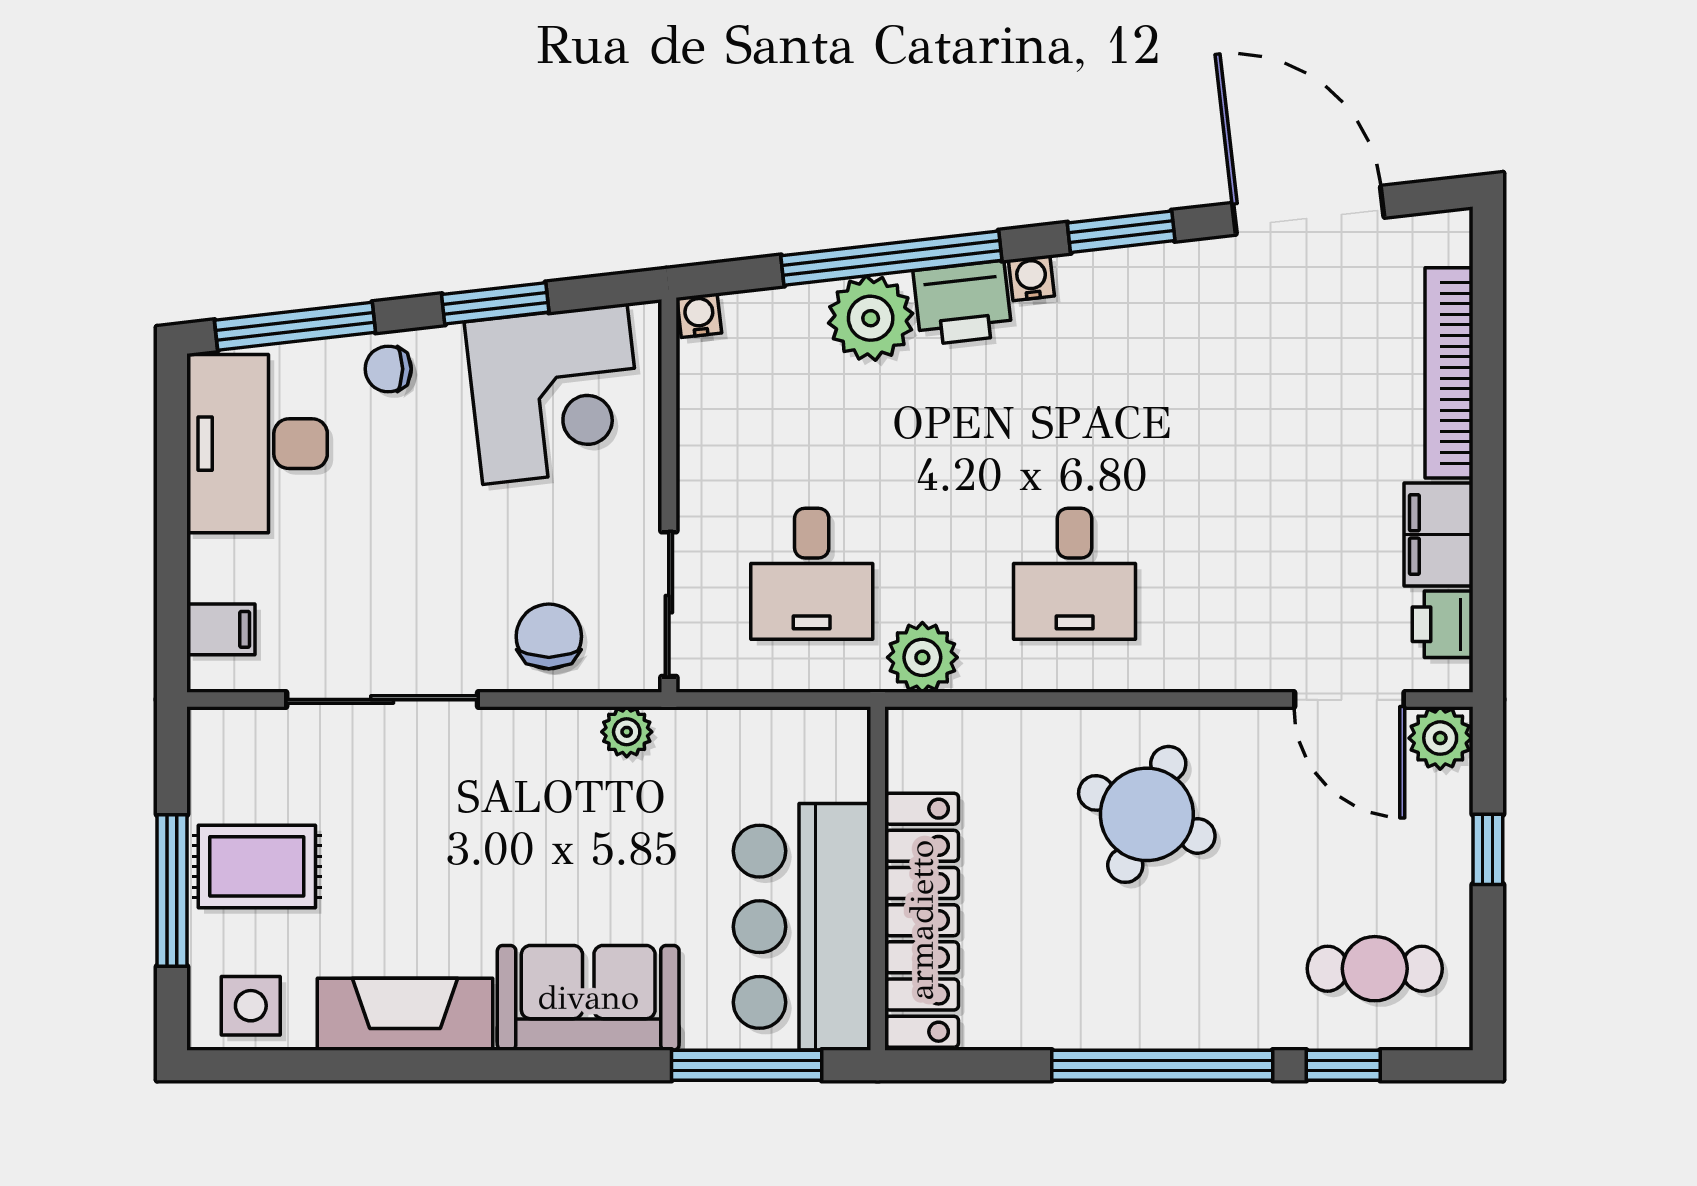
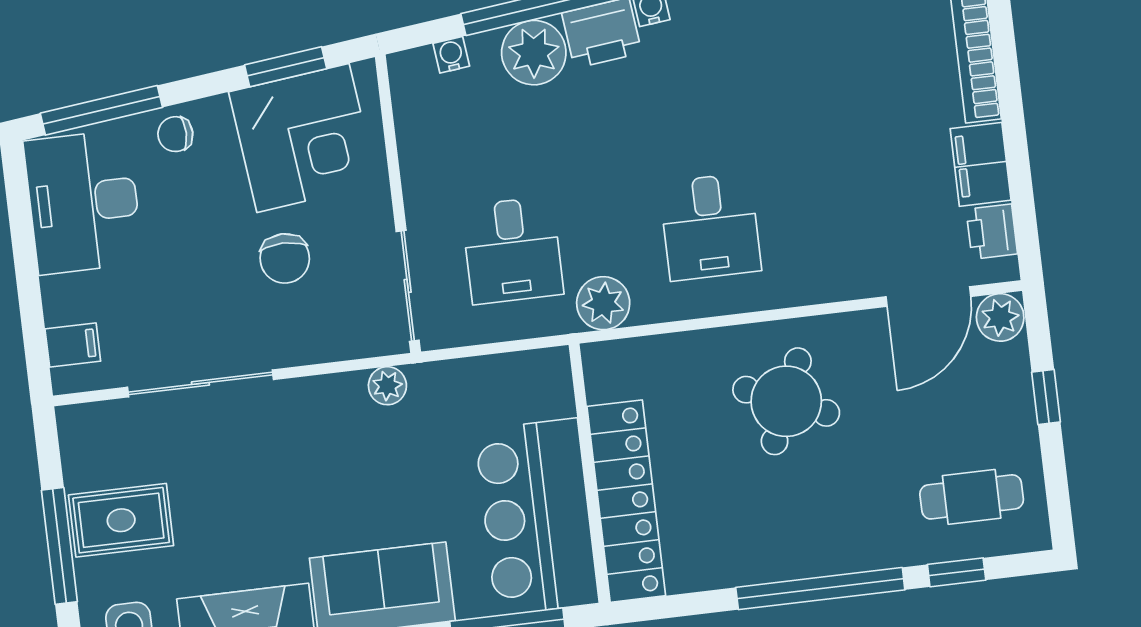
window: (495, 303) -> (286, 67), moved
water cooler: (699, 315) -> (451, 55), moved
chair: (549, 636) -> (285, 258), moved, turned 180
door: (1349, 700) -> (928, 297), hinge flipped

